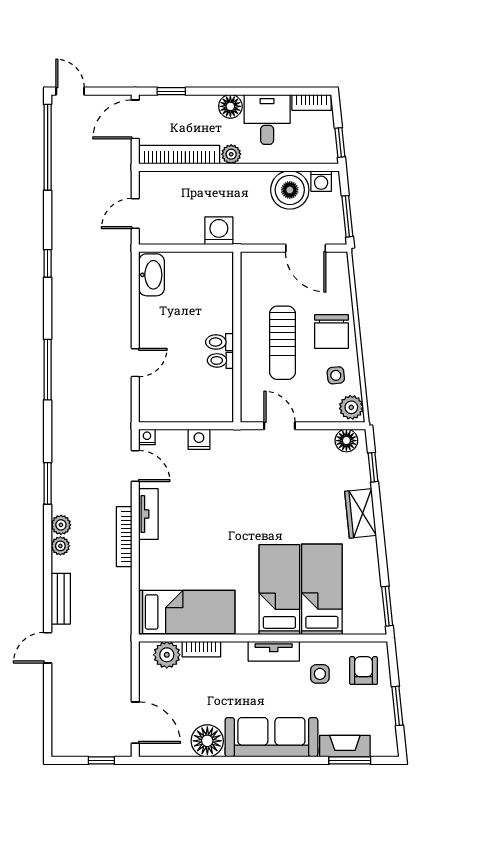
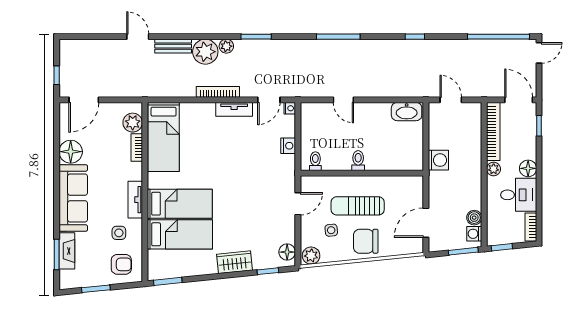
boiler: (290, 190) -> (474, 218), width x0.54, depth x0.54
window: (347, 216) -> (463, 251), moved
toilet: (220, 360) -> (315, 161), moved
side table: (336, 375) -> (331, 230), moved
plant: (60, 546) -> (205, 52), width x1.88, depth x1.88

